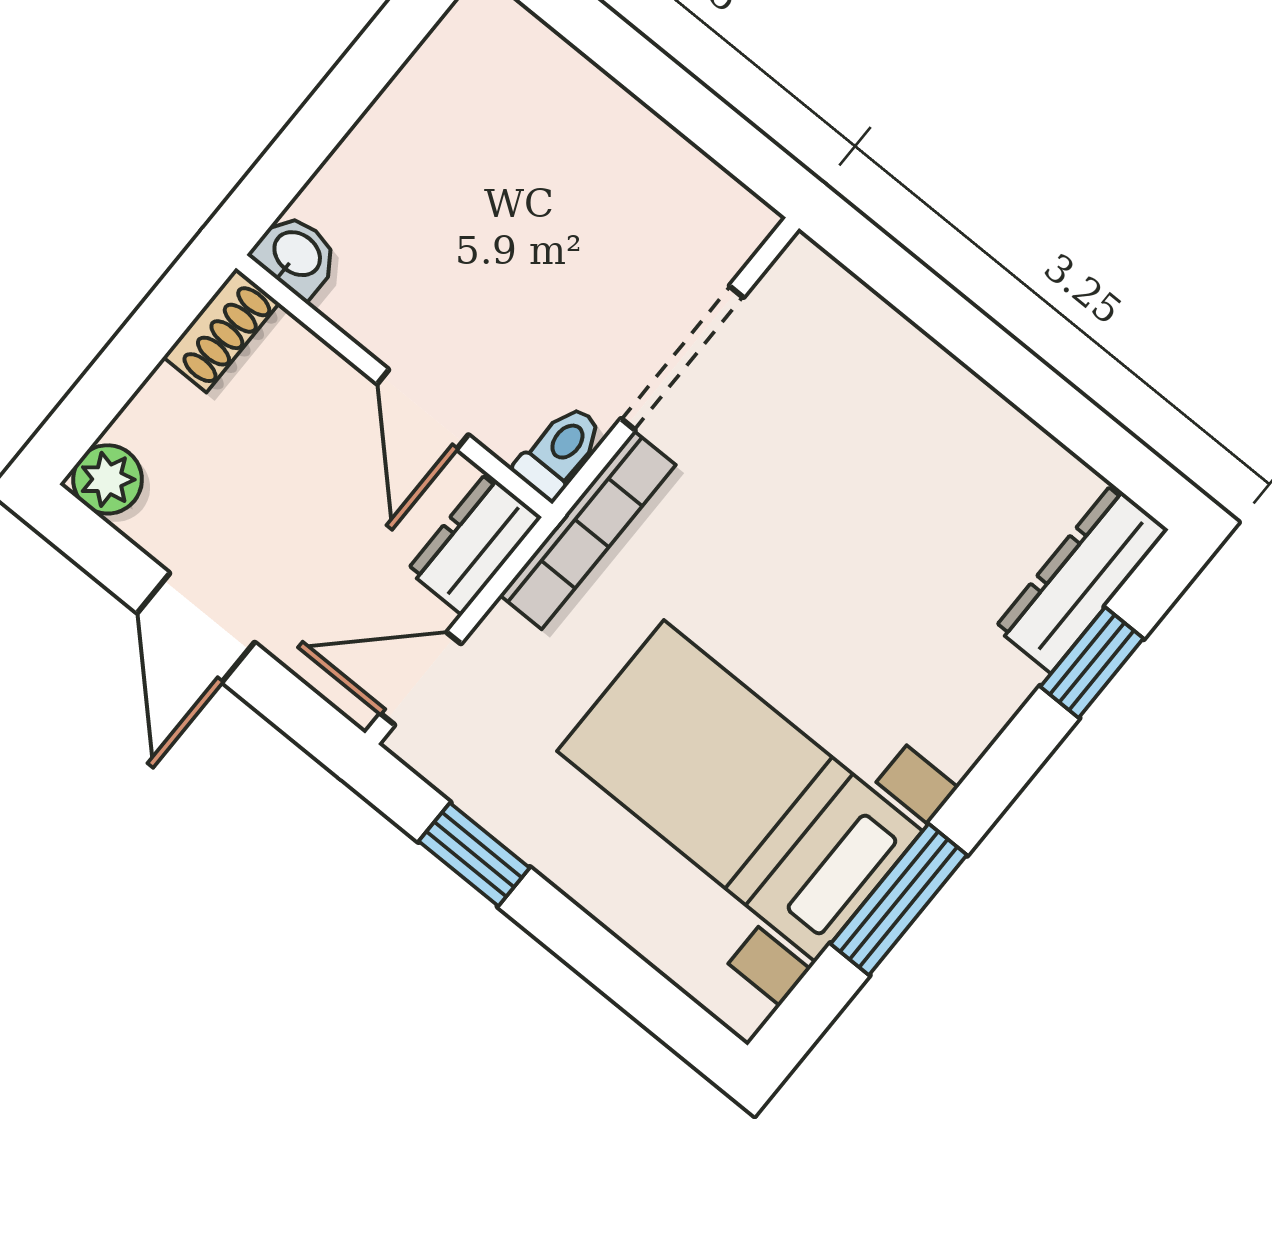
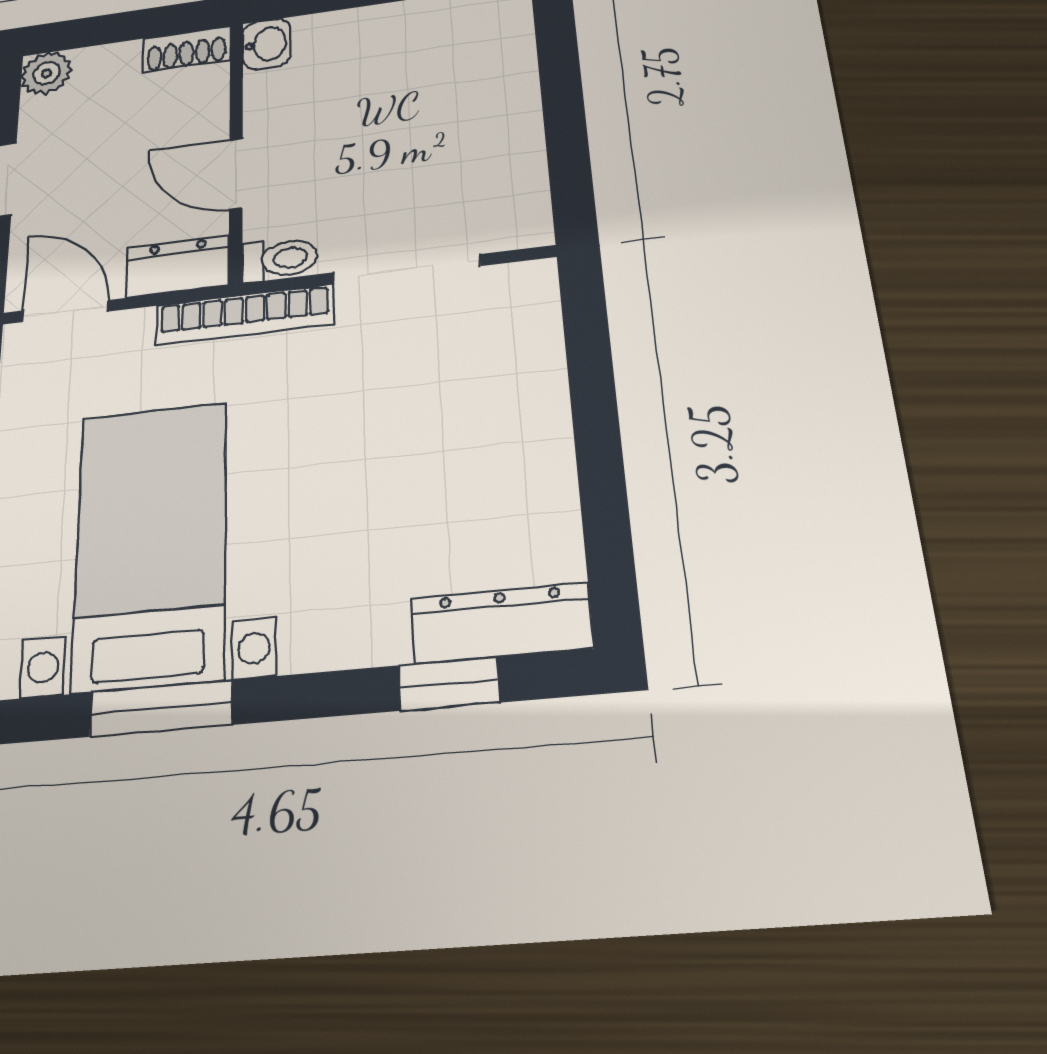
door: (423, 409) -> (236, 174), hinge flipped

